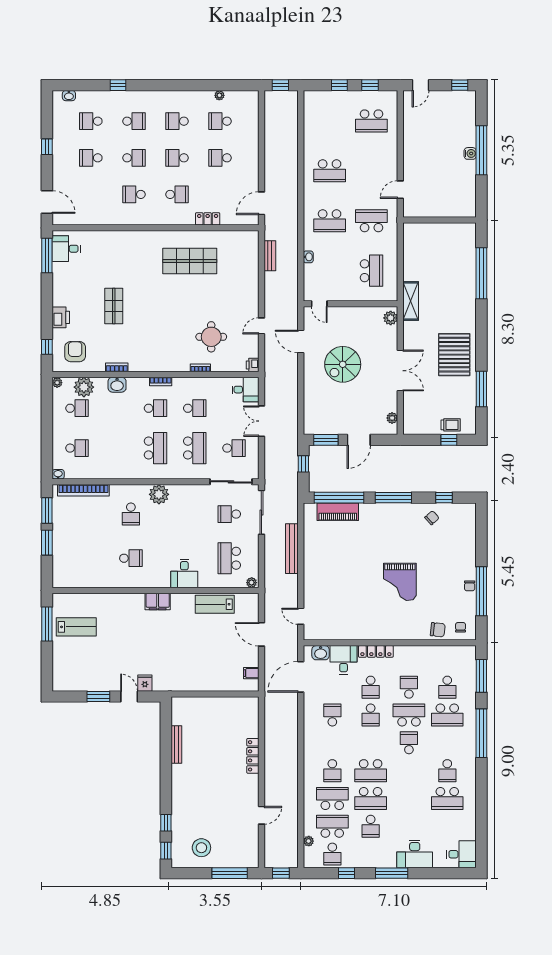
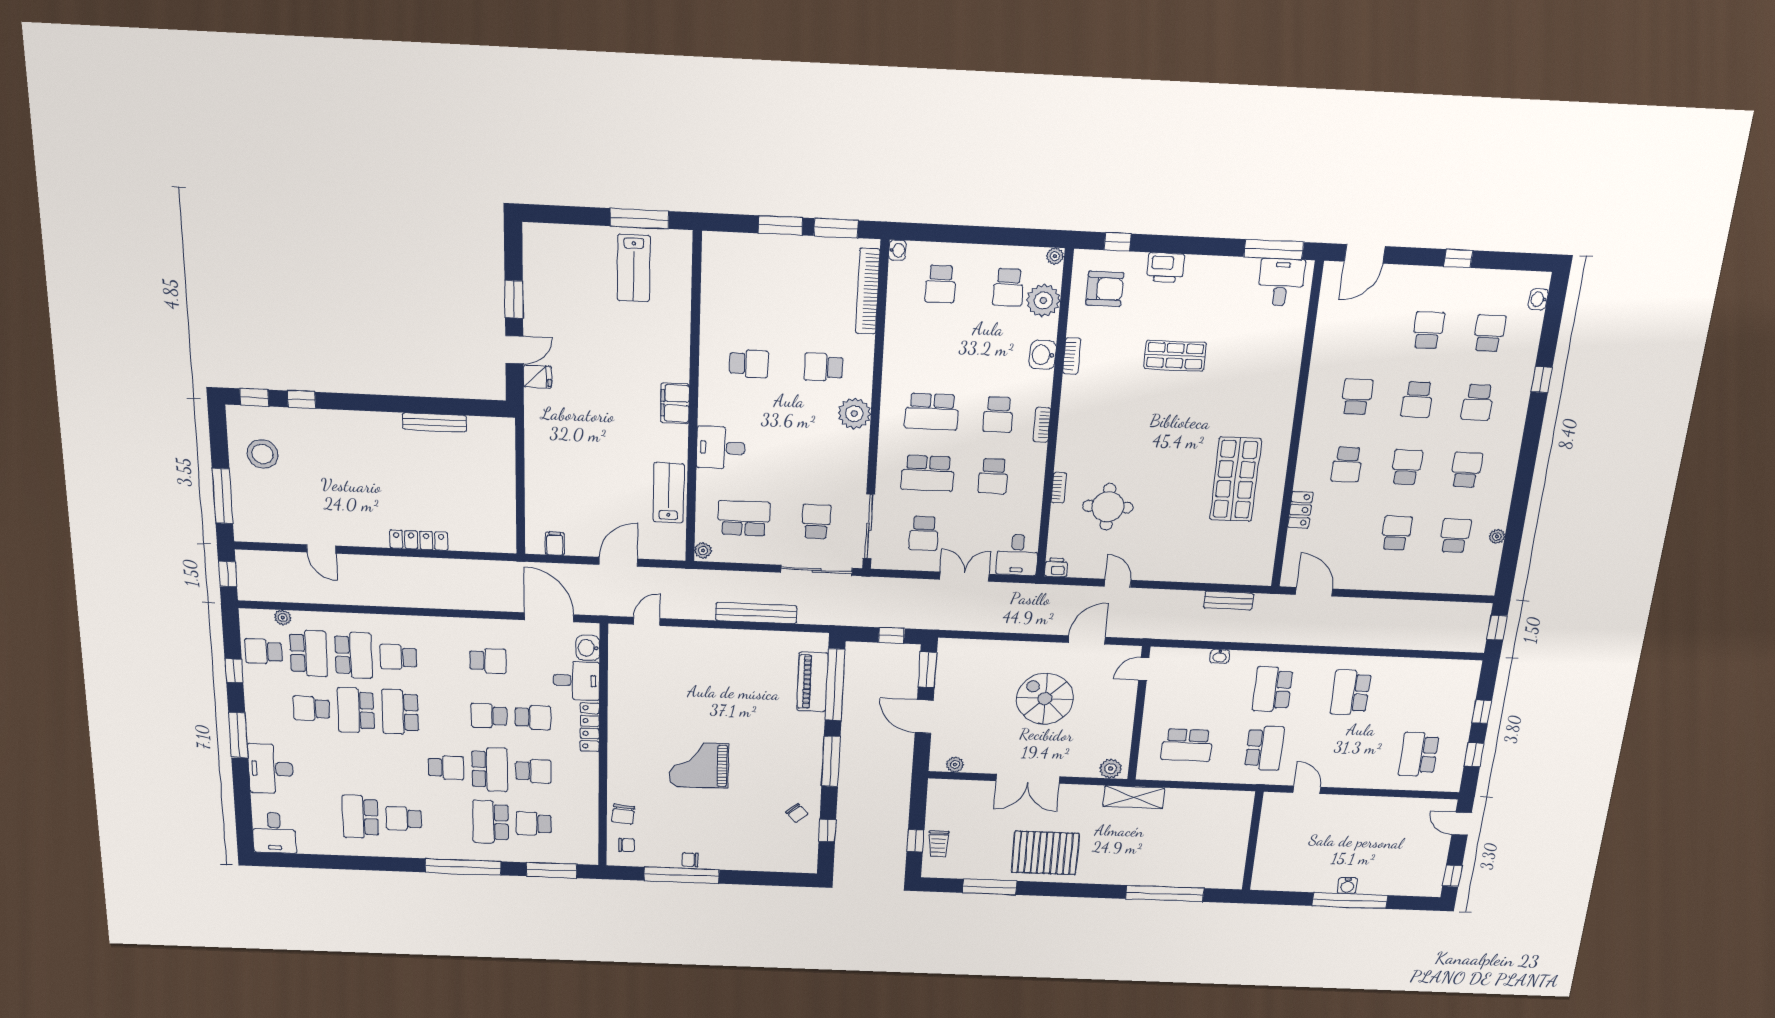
school desk: (131, 558) -> (749, 364), turned -90
school desk: (371, 687) -> (533, 717), turned 180

